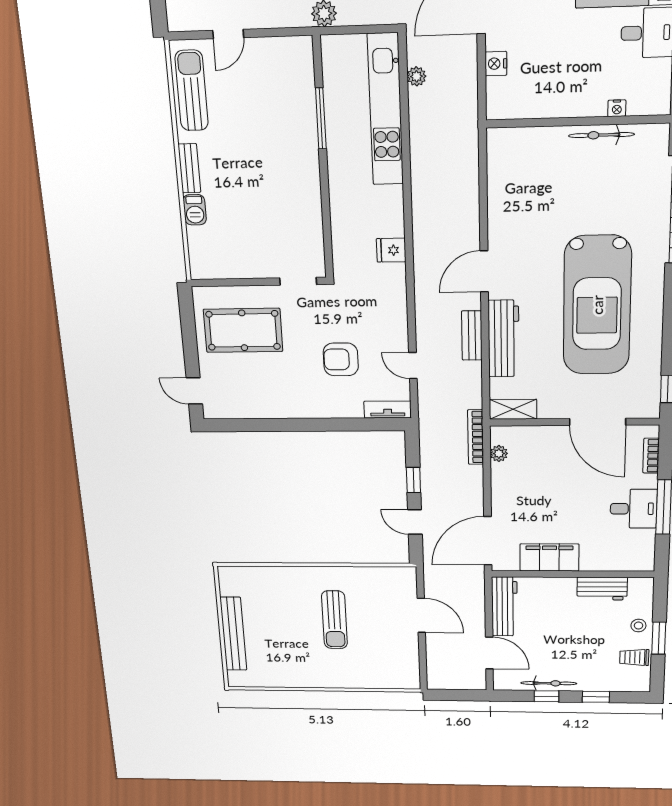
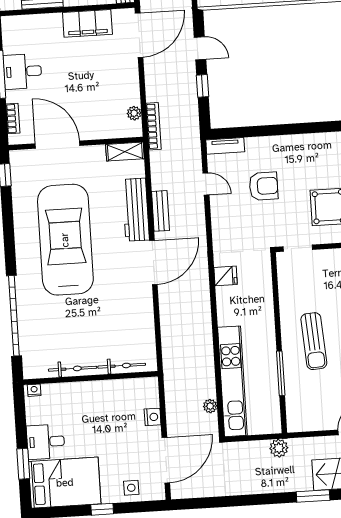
nightstand: (617, 108) -> (34, 390), moved
bicycle: (534, 137) -> (122, 366), added
sun lounger: (277, 160) -> (314, 341), added
door: (484, 271) -> (153, 263), width x1.36

